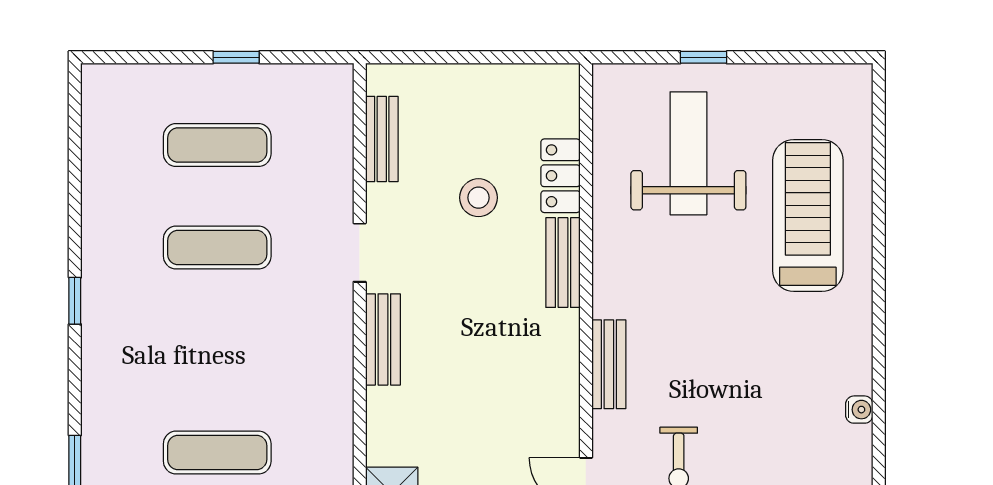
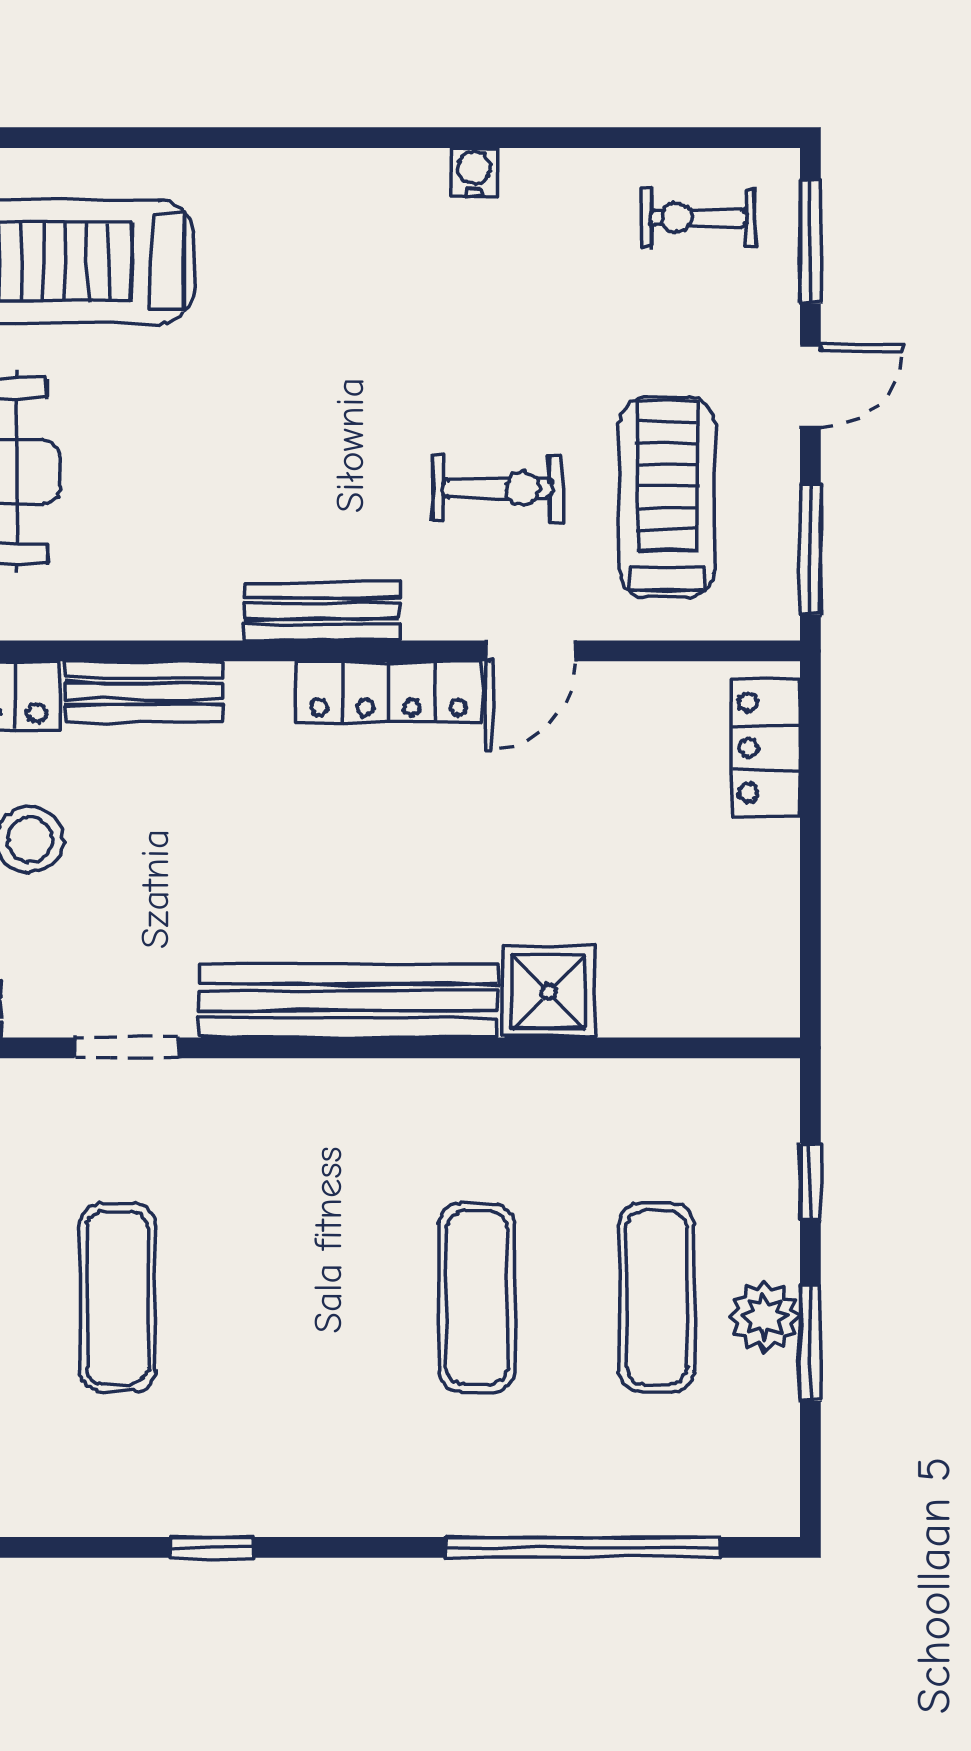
bench: (383, 339) -> (348, 1000), width x1.86, depth x1.21
locker: (563, 402) -> (389, 692), added
water cooler: (859, 410) -> (474, 172), moved

